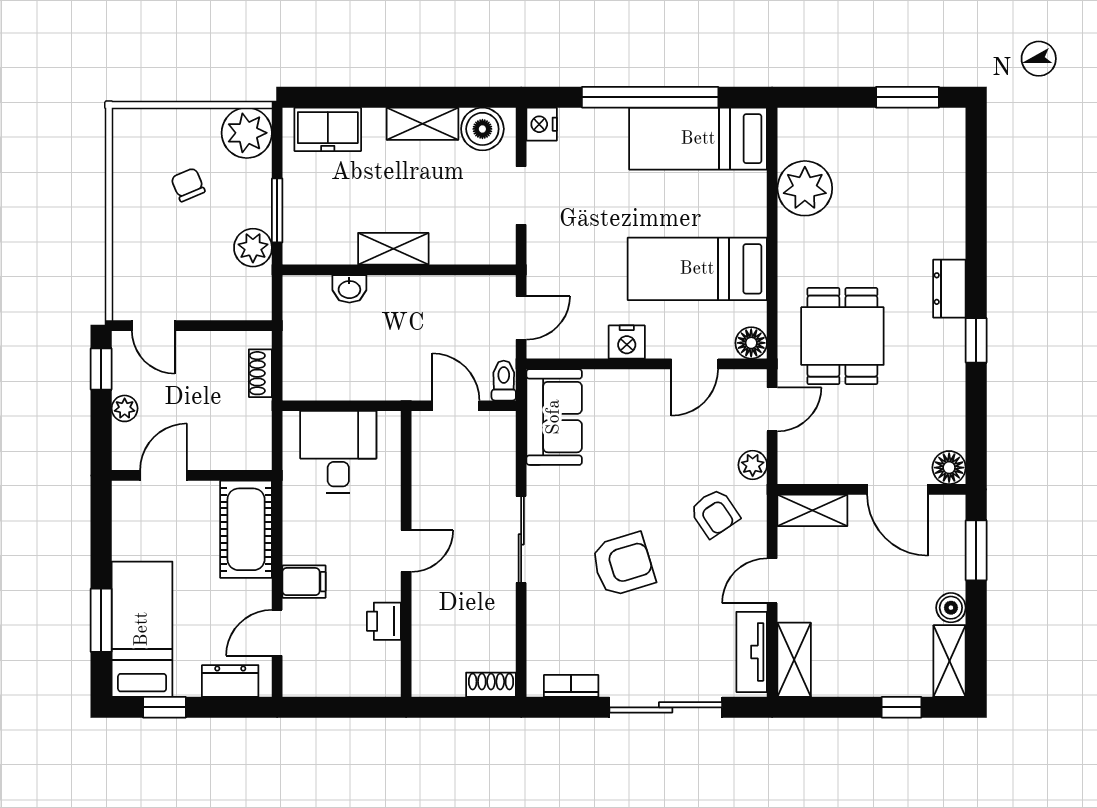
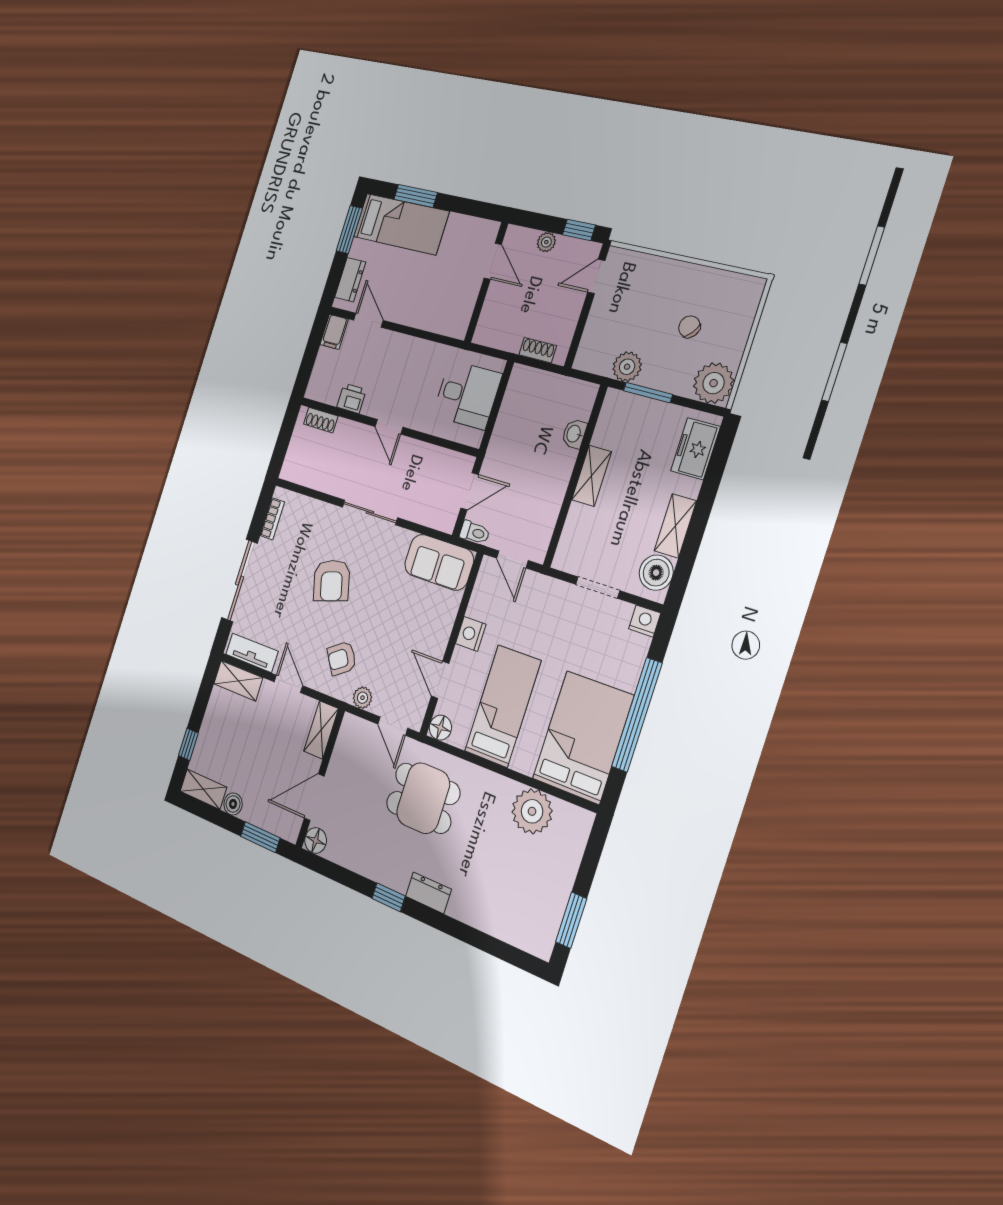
bed: (698, 139) -> (583, 737), width x1.50
chair: (188, 185) -> (689, 327), turned -117
cot: (246, 529) -> (439, 314), removed
filing cabinet: (304, 582) -> (334, 332), moved
shoe rack: (491, 685) -> (321, 420), moved, turned 90
window: (164, 707) -> (349, 230), width x1.50

